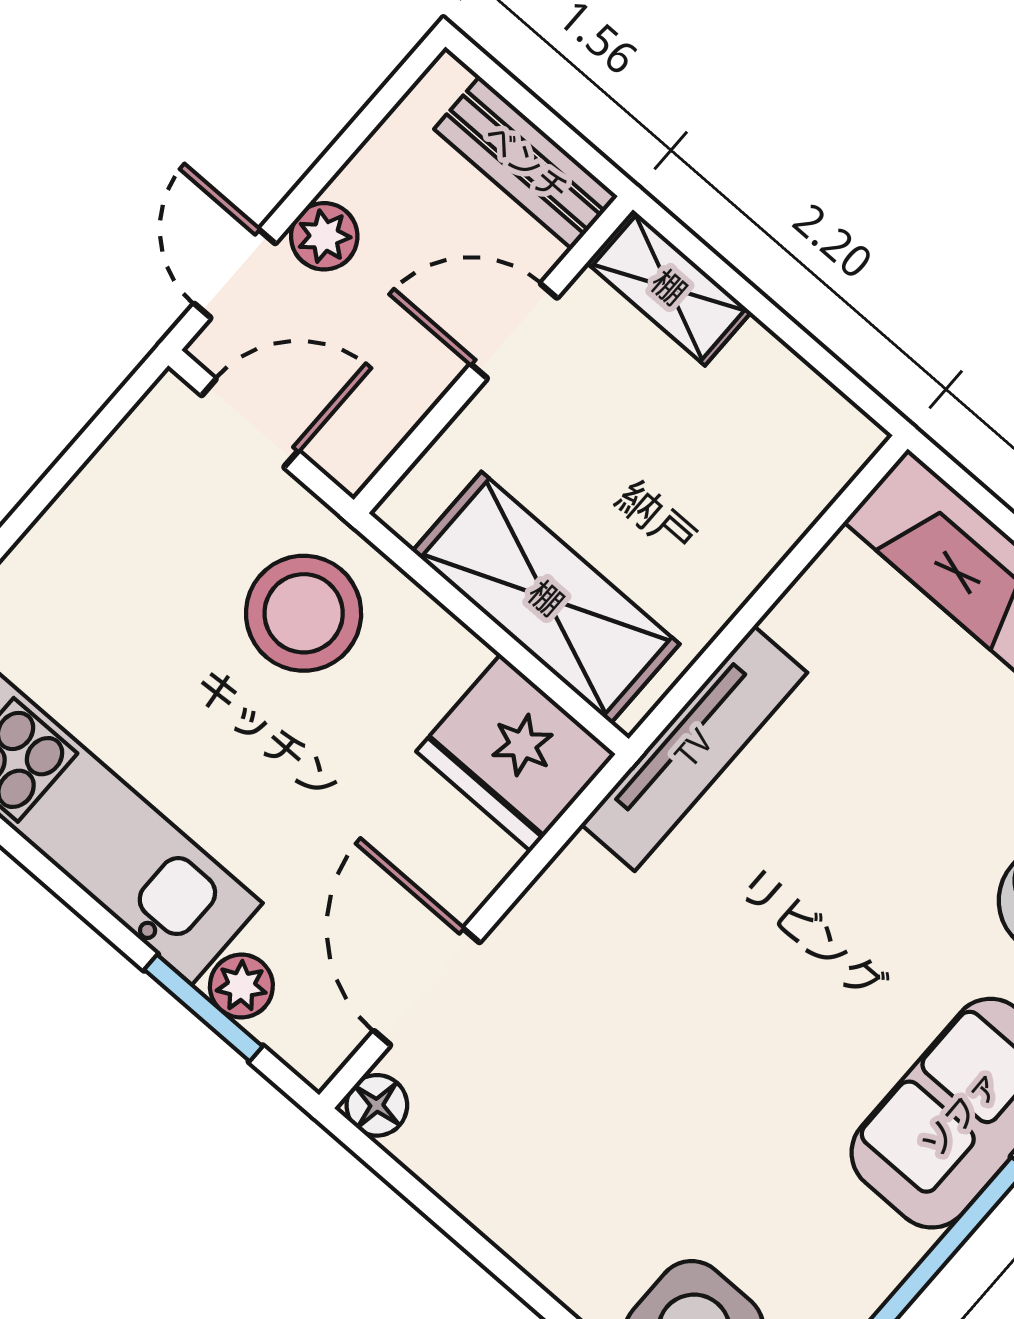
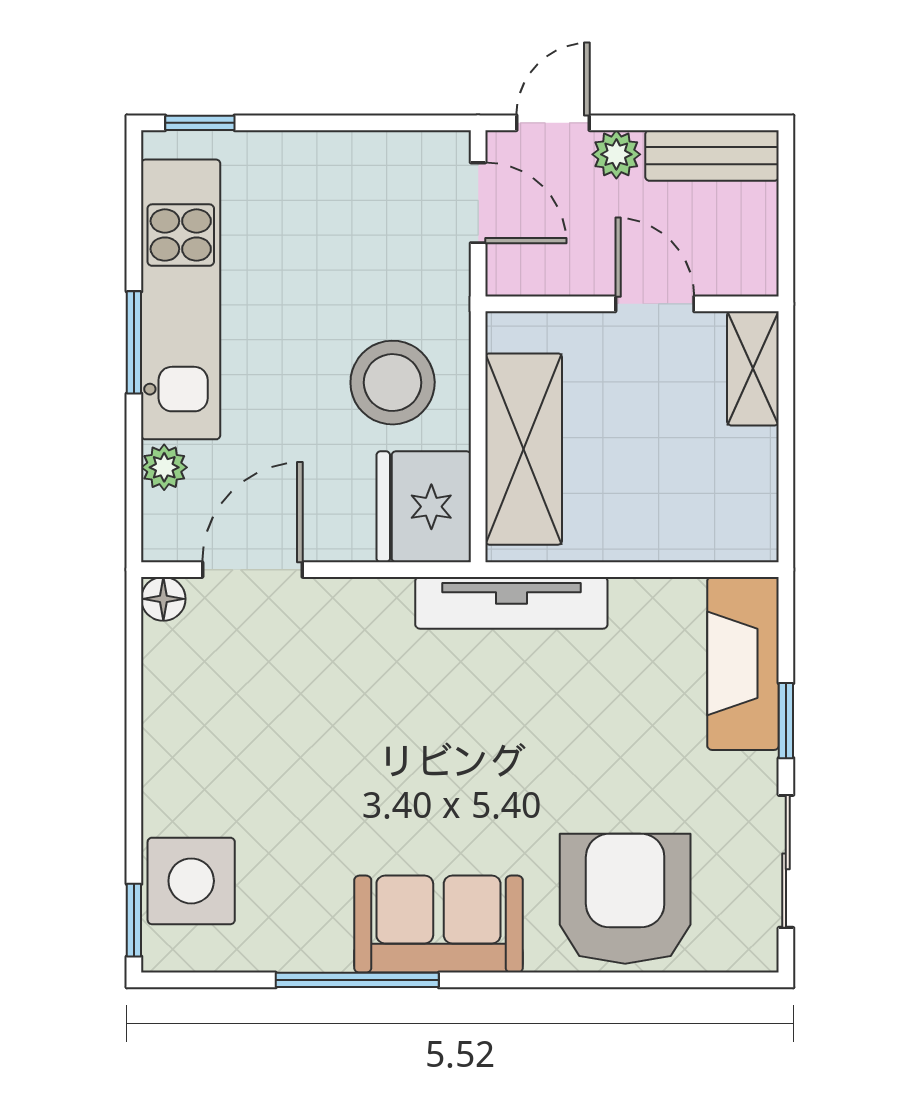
bench: (526, 163) -> (712, 156), moved, turned 90
stool: (304, 613) -> (393, 383), moved
window: (203, 1008) -> (134, 342), moved

